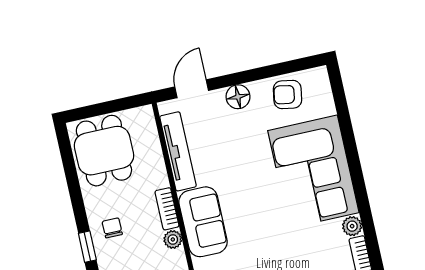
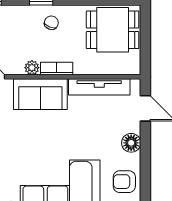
armchair: (287, 95) -> (124, 182), turned -100
chair: (112, 228) -> (51, 23), turned -68

